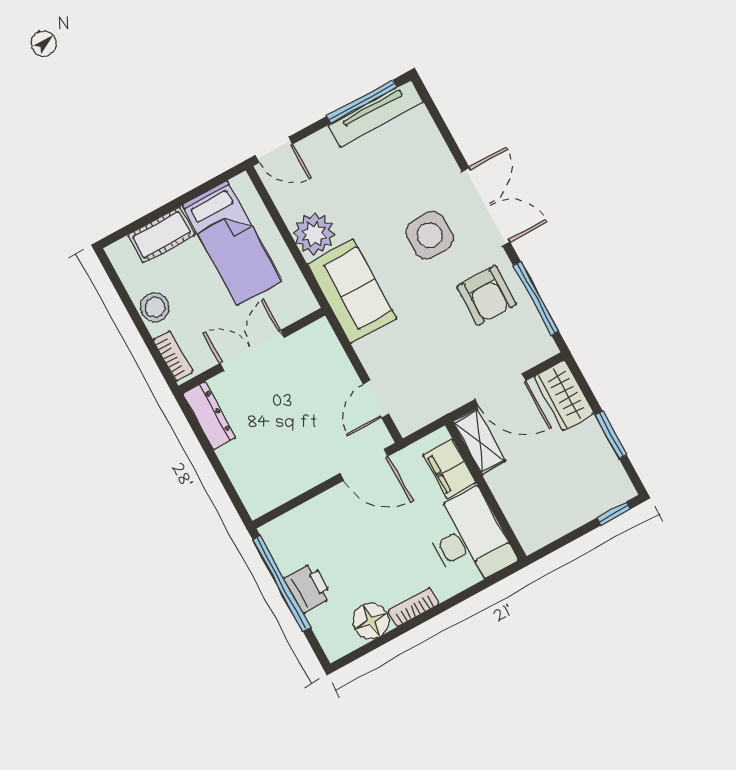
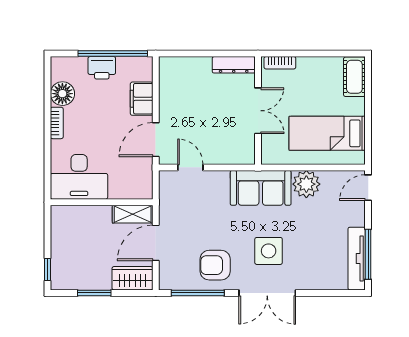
cot: (162, 235) -> (354, 77), moved
stool: (155, 307) -> (314, 68), removed
filing cabinet: (450, 469) -> (142, 99), moved, turned -90

